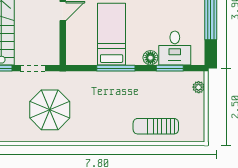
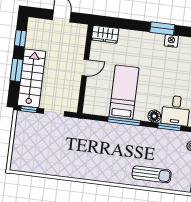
parasol: (50, 110) -> (64, 149), removed
sun lounger: (156, 126) -> (152, 174), turned 180

